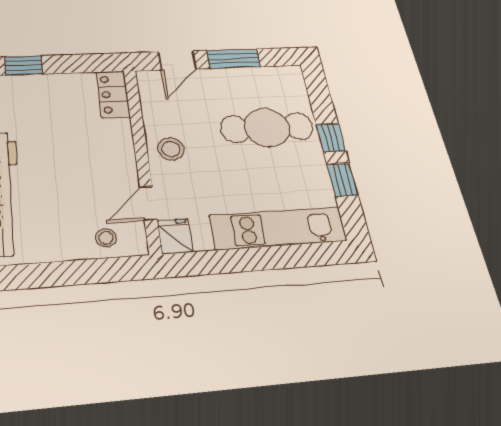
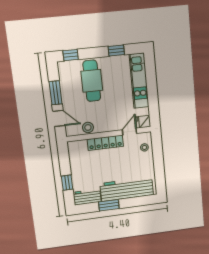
locker: (113, 94) -> (105, 143), moved, width x1.53
window: (331, 138) -> (71, 55), moved
stool: (171, 149) -> (88, 127), moved
door: (148, 203) -> (130, 132), swing flipped

